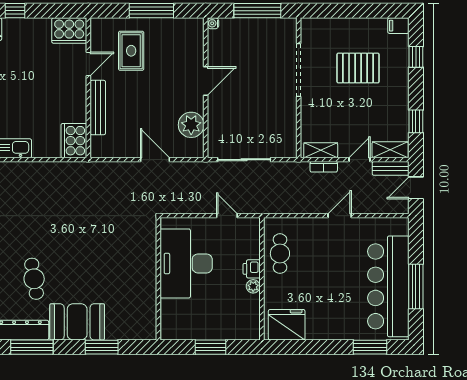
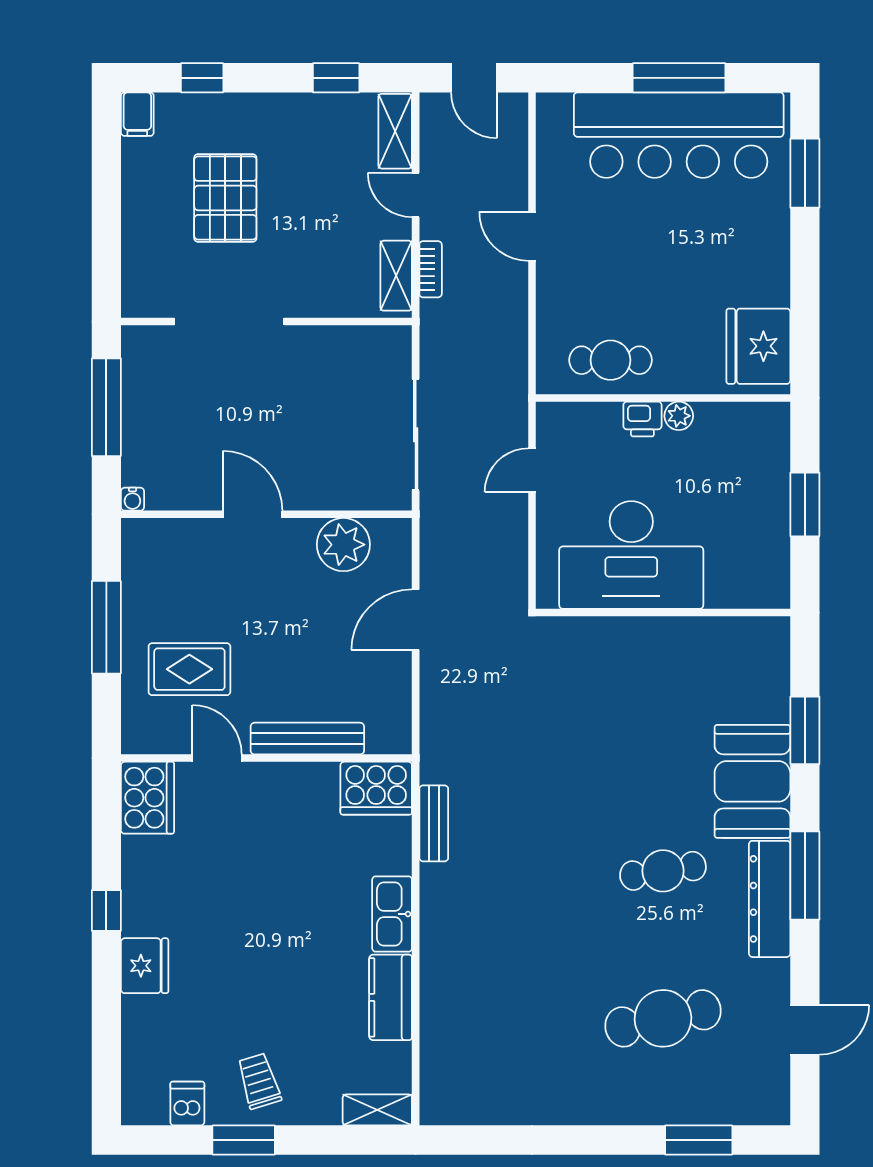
bench: (391, 168) -> (434, 823), moved

